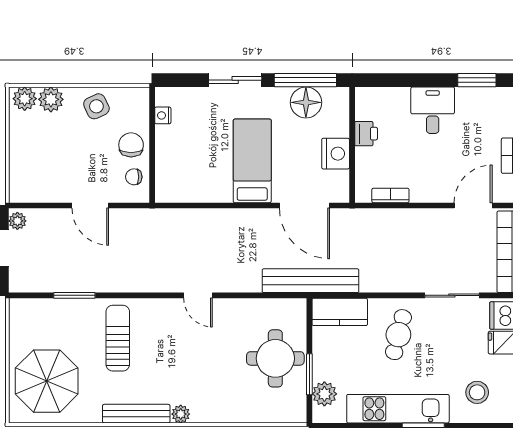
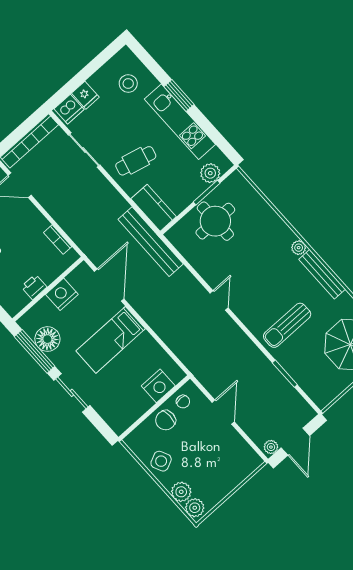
nightstand: (163, 115) -> (158, 386), moved, width x1.89, depth x1.79

